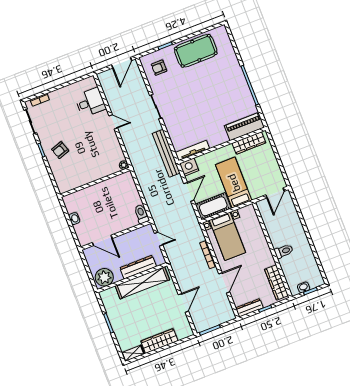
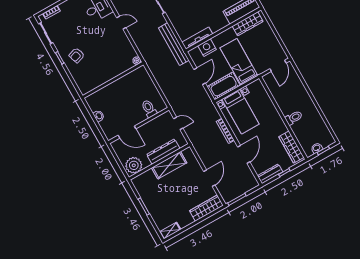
nightstand: (189, 167) -> (207, 48), moved
toilet: (142, 214) -> (149, 109), moved
shelving: (142, 283) -> (169, 165), width x0.68
wardrobe: (159, 341) -> (206, 208), moved

